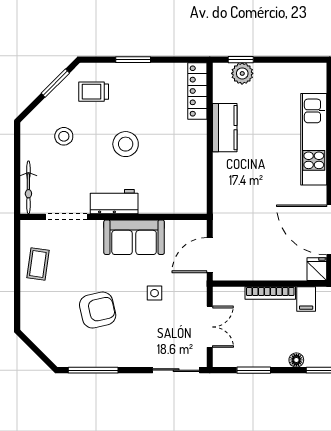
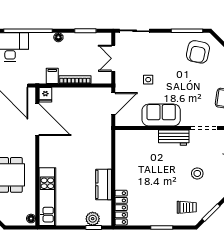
stool: (64, 136) -> (197, 173), moved
kitchen unit: (314, 139) -> (47, 197), moved
stool: (126, 144) -> (167, 174), removed
armchair: (98, 310) -> (198, 52), moved, turned -65

